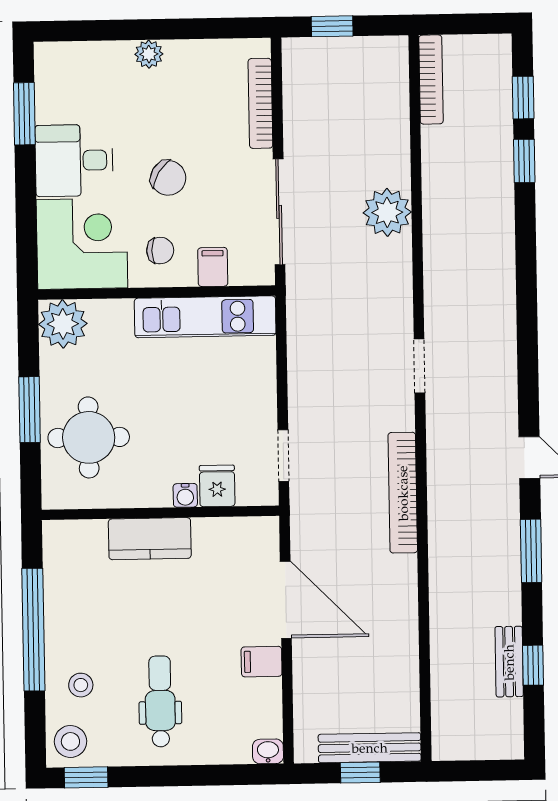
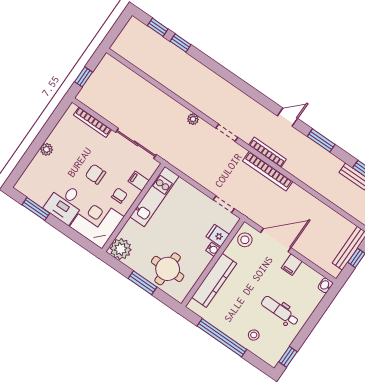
bookcase: (431, 80) -> (268, 152), moved
chair: (168, 178) -> (96, 174), turned -122
plant: (387, 212) -> (193, 119), moved, width x0.53, depth x0.53
kitchen counter: (150, 539) -> (214, 280), width x1.50
stool: (70, 741) -> (245, 240), moved

